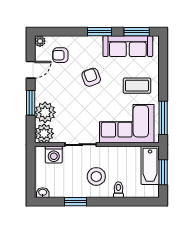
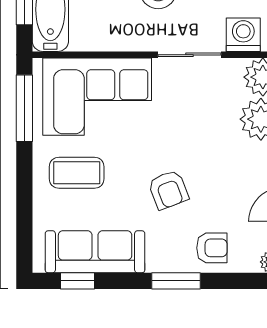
window: (100, 32) -> (176, 281), moved
window: (137, 32) -> (78, 281), width x0.67
armchair: (60, 55) -> (212, 248), moved

